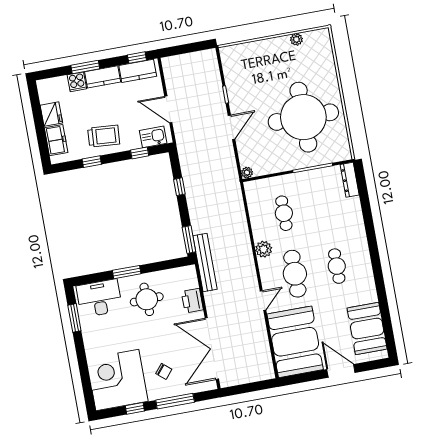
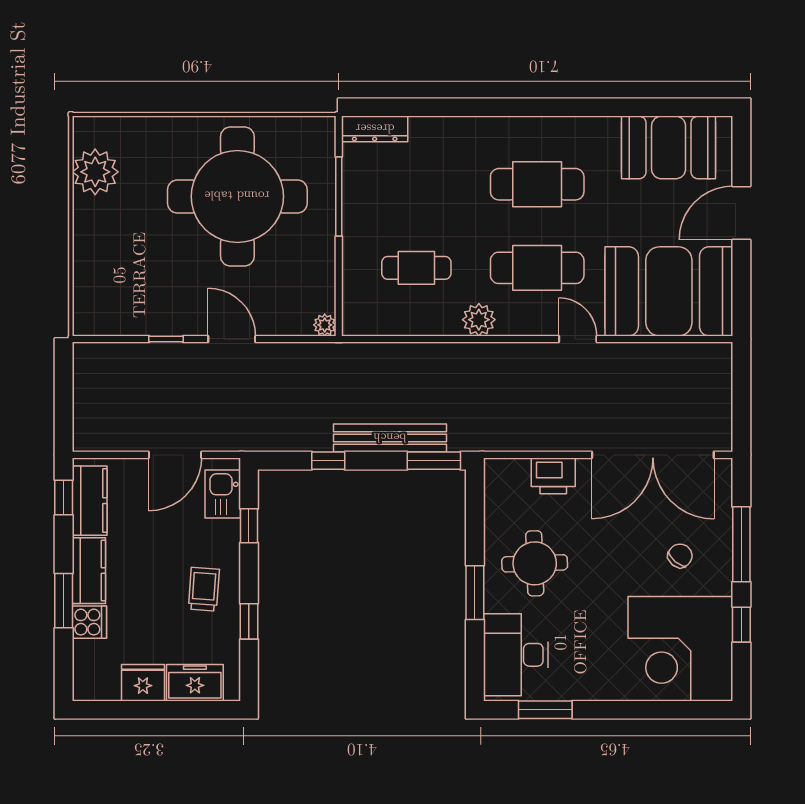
plant: (296, 39) -> (95, 172), width x1.88, depth x1.88
trolley: (104, 136) -> (204, 589), width x0.73, depth x0.72
bench: (205, 263) -> (390, 438), moved
cafe table: (337, 266) -> (537, 184), width x1.37, depth x1.35

